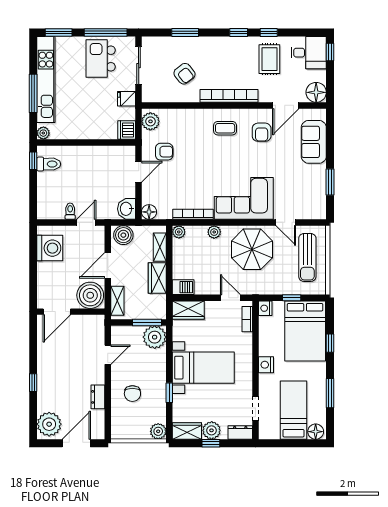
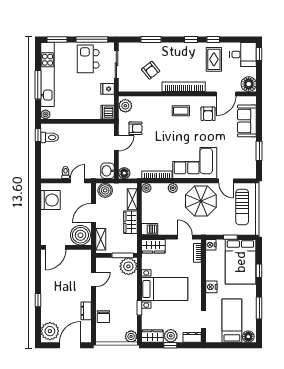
chair: (132, 394) -> (103, 317), moved

